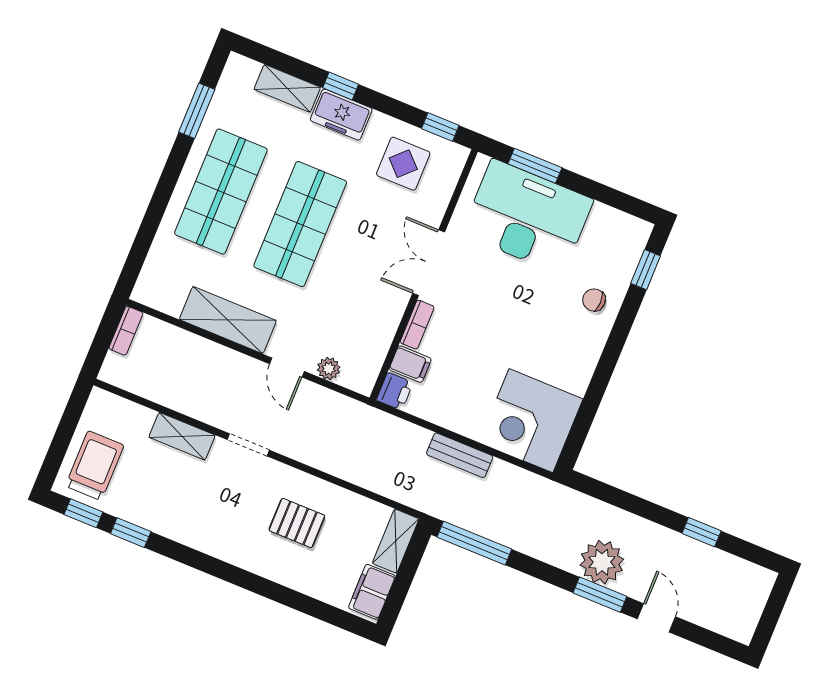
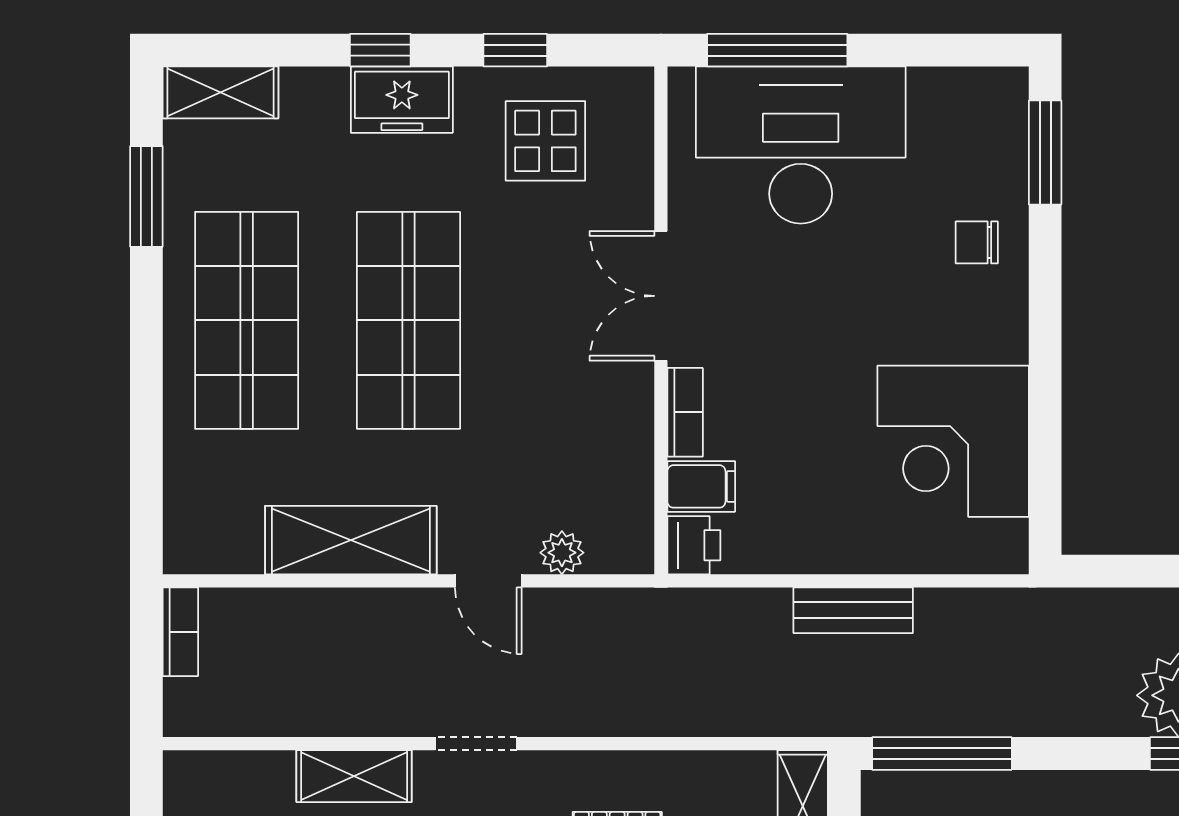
shelving: (287, 88) -> (220, 92), moved
window: (440, 127) -> (515, 50), moved
window: (535, 166) -> (777, 50), width x1.44
window: (646, 270) -> (1045, 152), width x1.50
corner desk: (531, 421) -> (953, 441), moved

